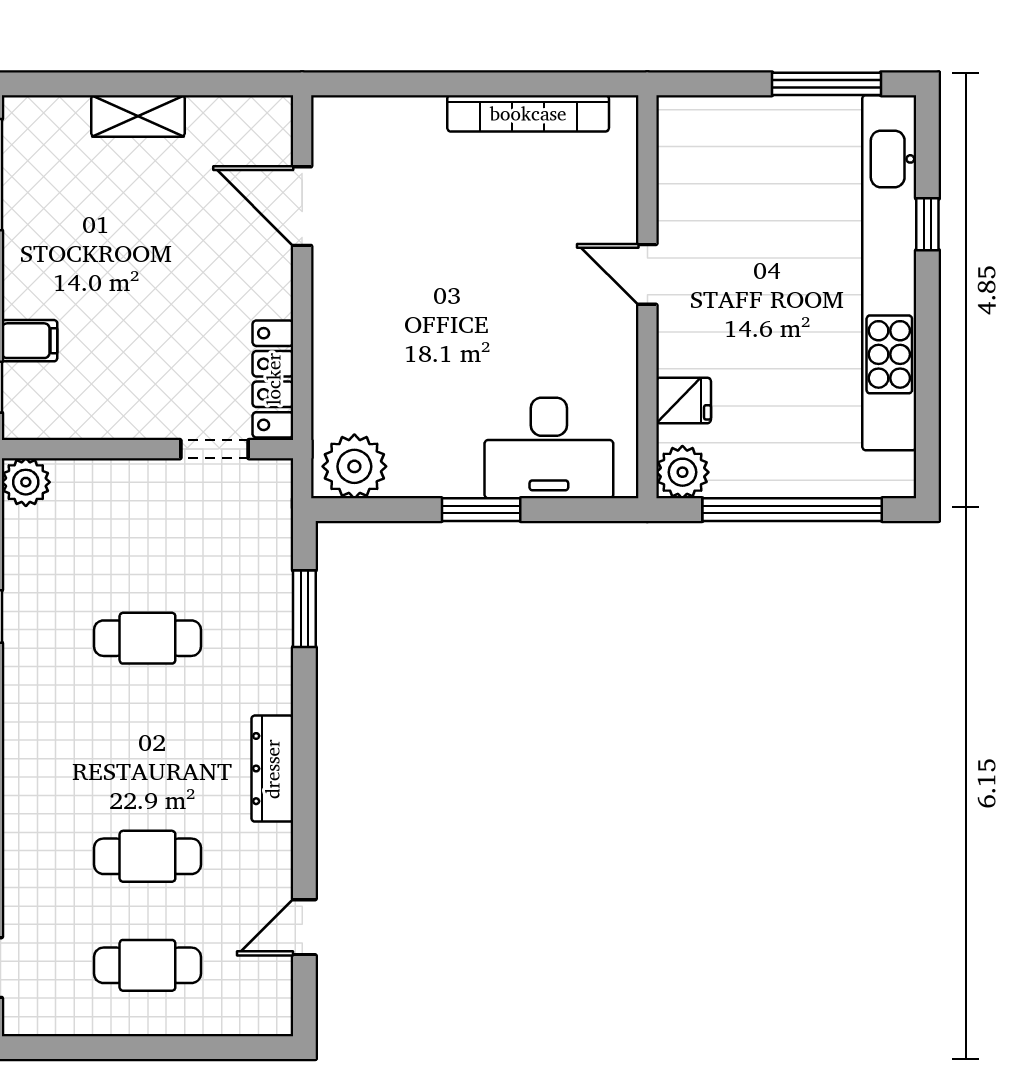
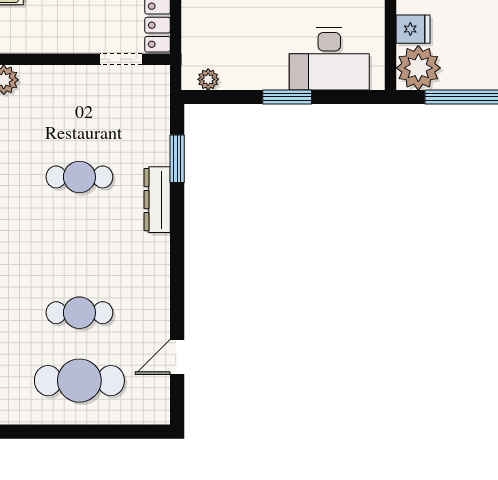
plant: (354, 466) -> (208, 79), width x0.53, depth x0.53
plant: (682, 472) -> (418, 68), width x1.36, depth x1.36
dresser: (272, 769) -> (157, 200), moved
cafe table: (147, 965) -> (79, 381), width x1.37, depth x1.35

